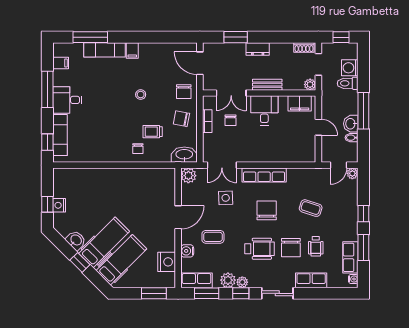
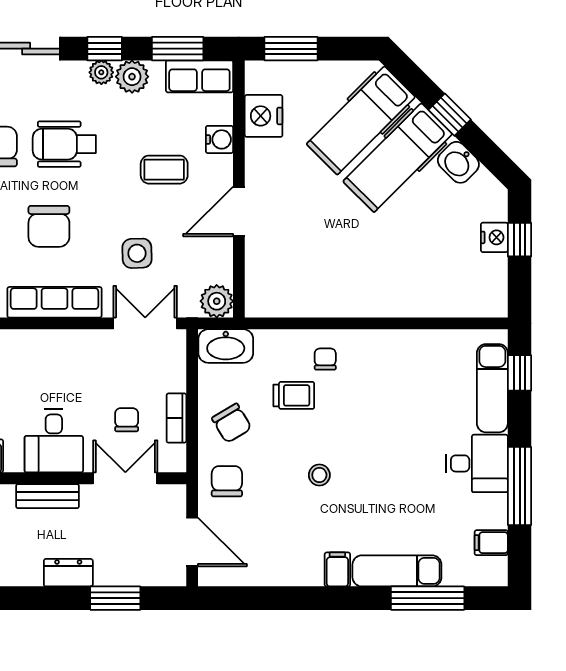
chair: (181, 119) -> (232, 423), turned 48

